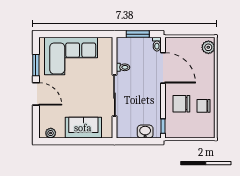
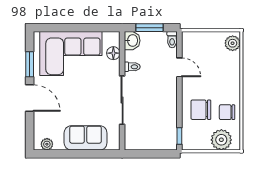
floor lamp: (107, 56) -> (113, 53), added
door: (163, 68) -> (179, 67), width x0.53
plant: (199, 129) -> (221, 140), added
washbasin: (145, 132) -> (132, 41), moved, turned 90

